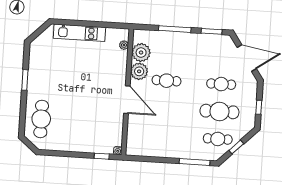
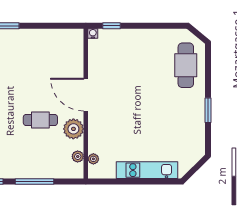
plant: (141, 53) -> (78, 156), width x0.53, depth x0.53

